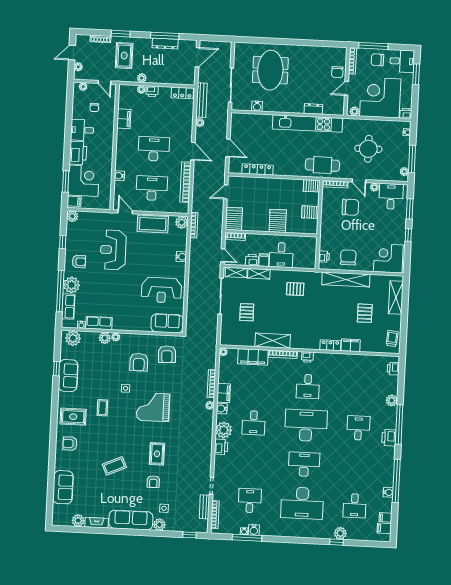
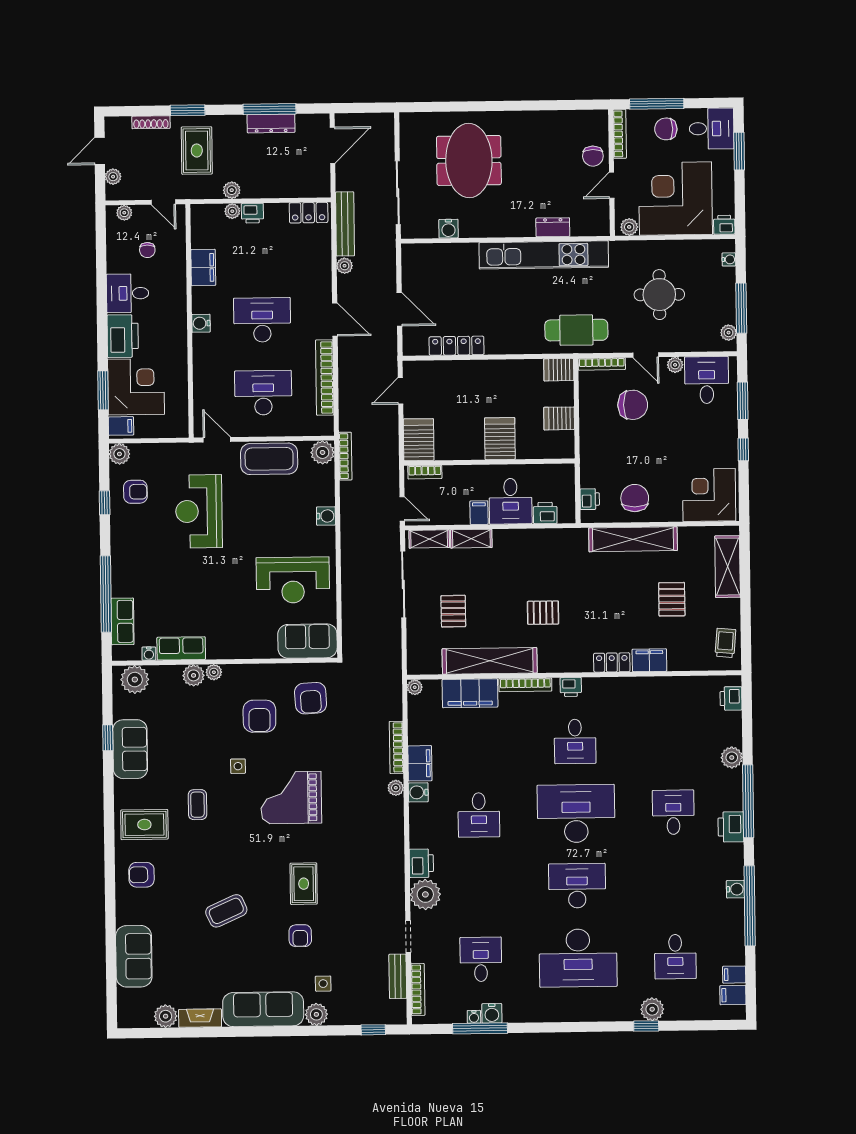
water cooler: (119, 176) -> (201, 323), moved
printer: (252, 260) -> (545, 513), moved
armchair: (79, 262) -> (135, 492), moved
plant: (72, 285) -> (126, 581), removed
pallet: (295, 289) -> (543, 613), moved
shelving: (273, 341) -> (490, 661), width x1.47
plant: (224, 430) -> (425, 894), moved
water cooler: (388, 492) -> (735, 889), moved

